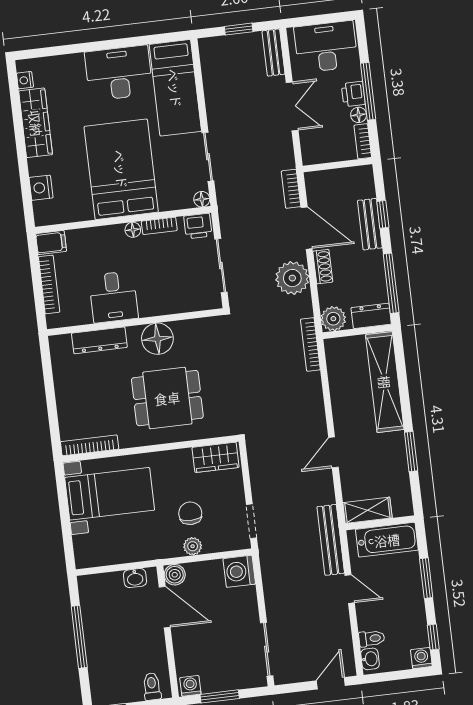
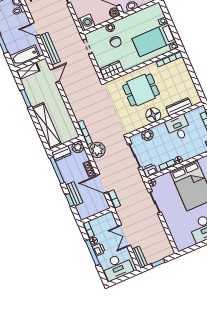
bed: (175, 88) -> (178, 229), removed
plant: (292, 278) -> (97, 150), moved
plant: (182, 301) -> (147, 135), added
door: (333, 452) -> (55, 75), moved
shelving: (367, 510) -> (28, 71), moved

